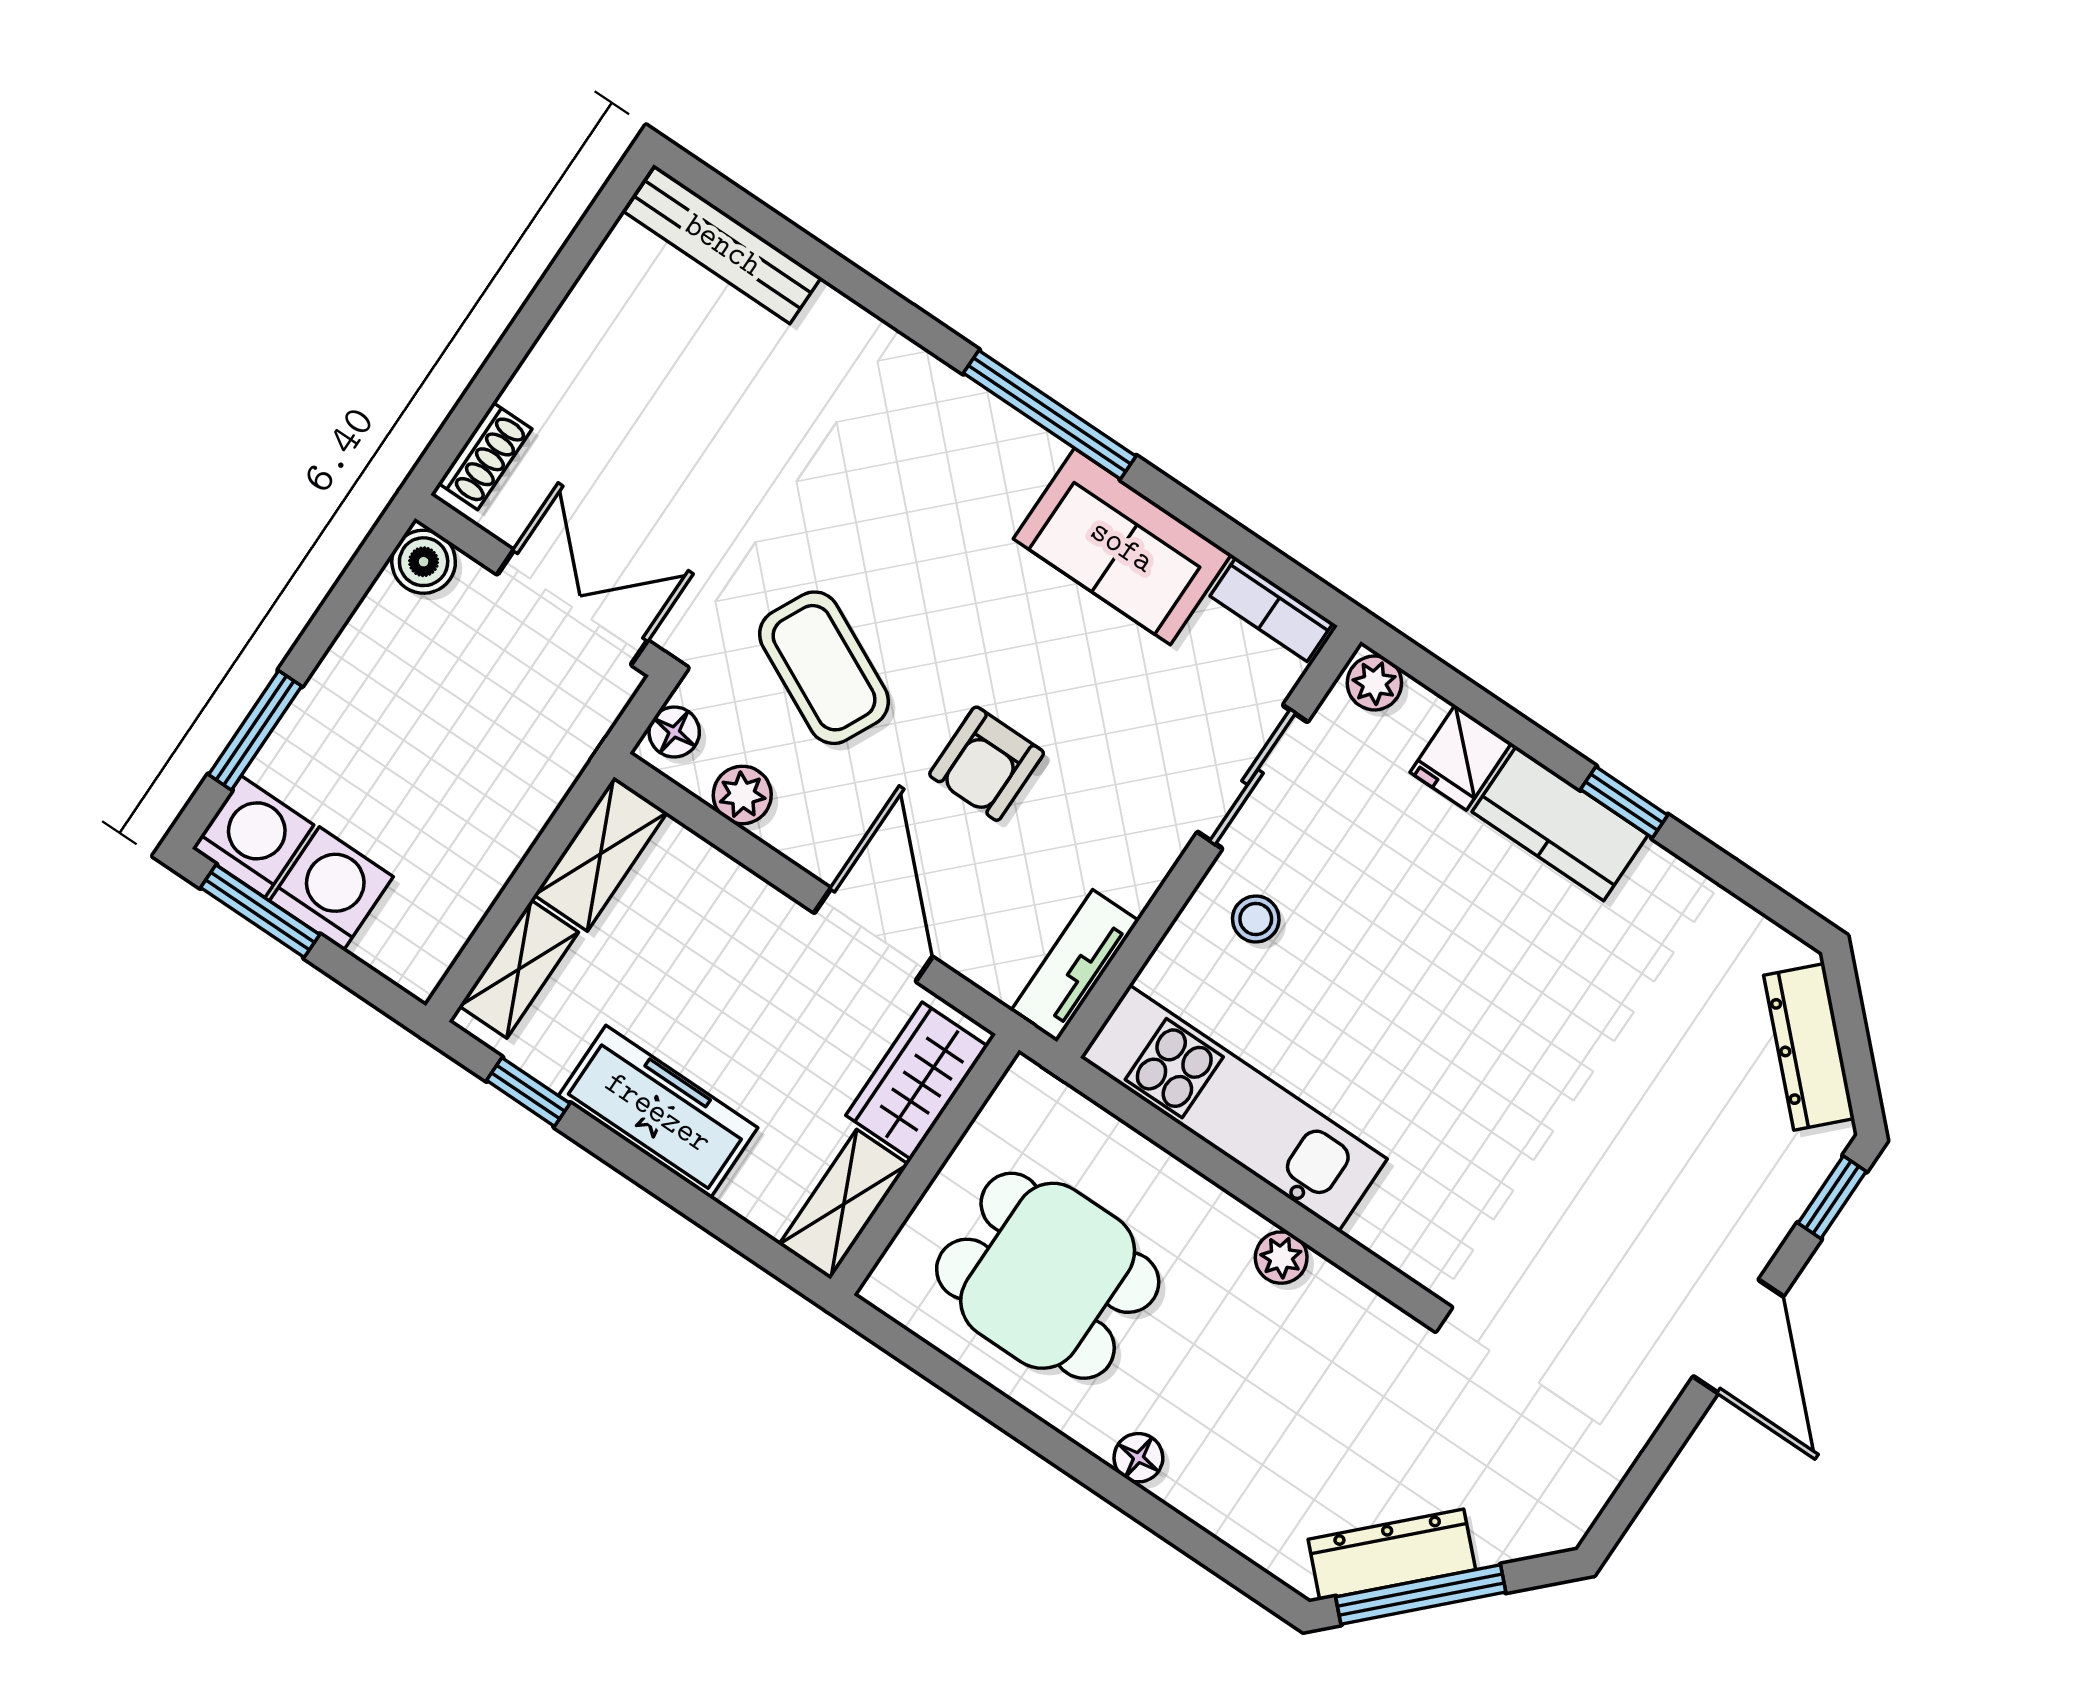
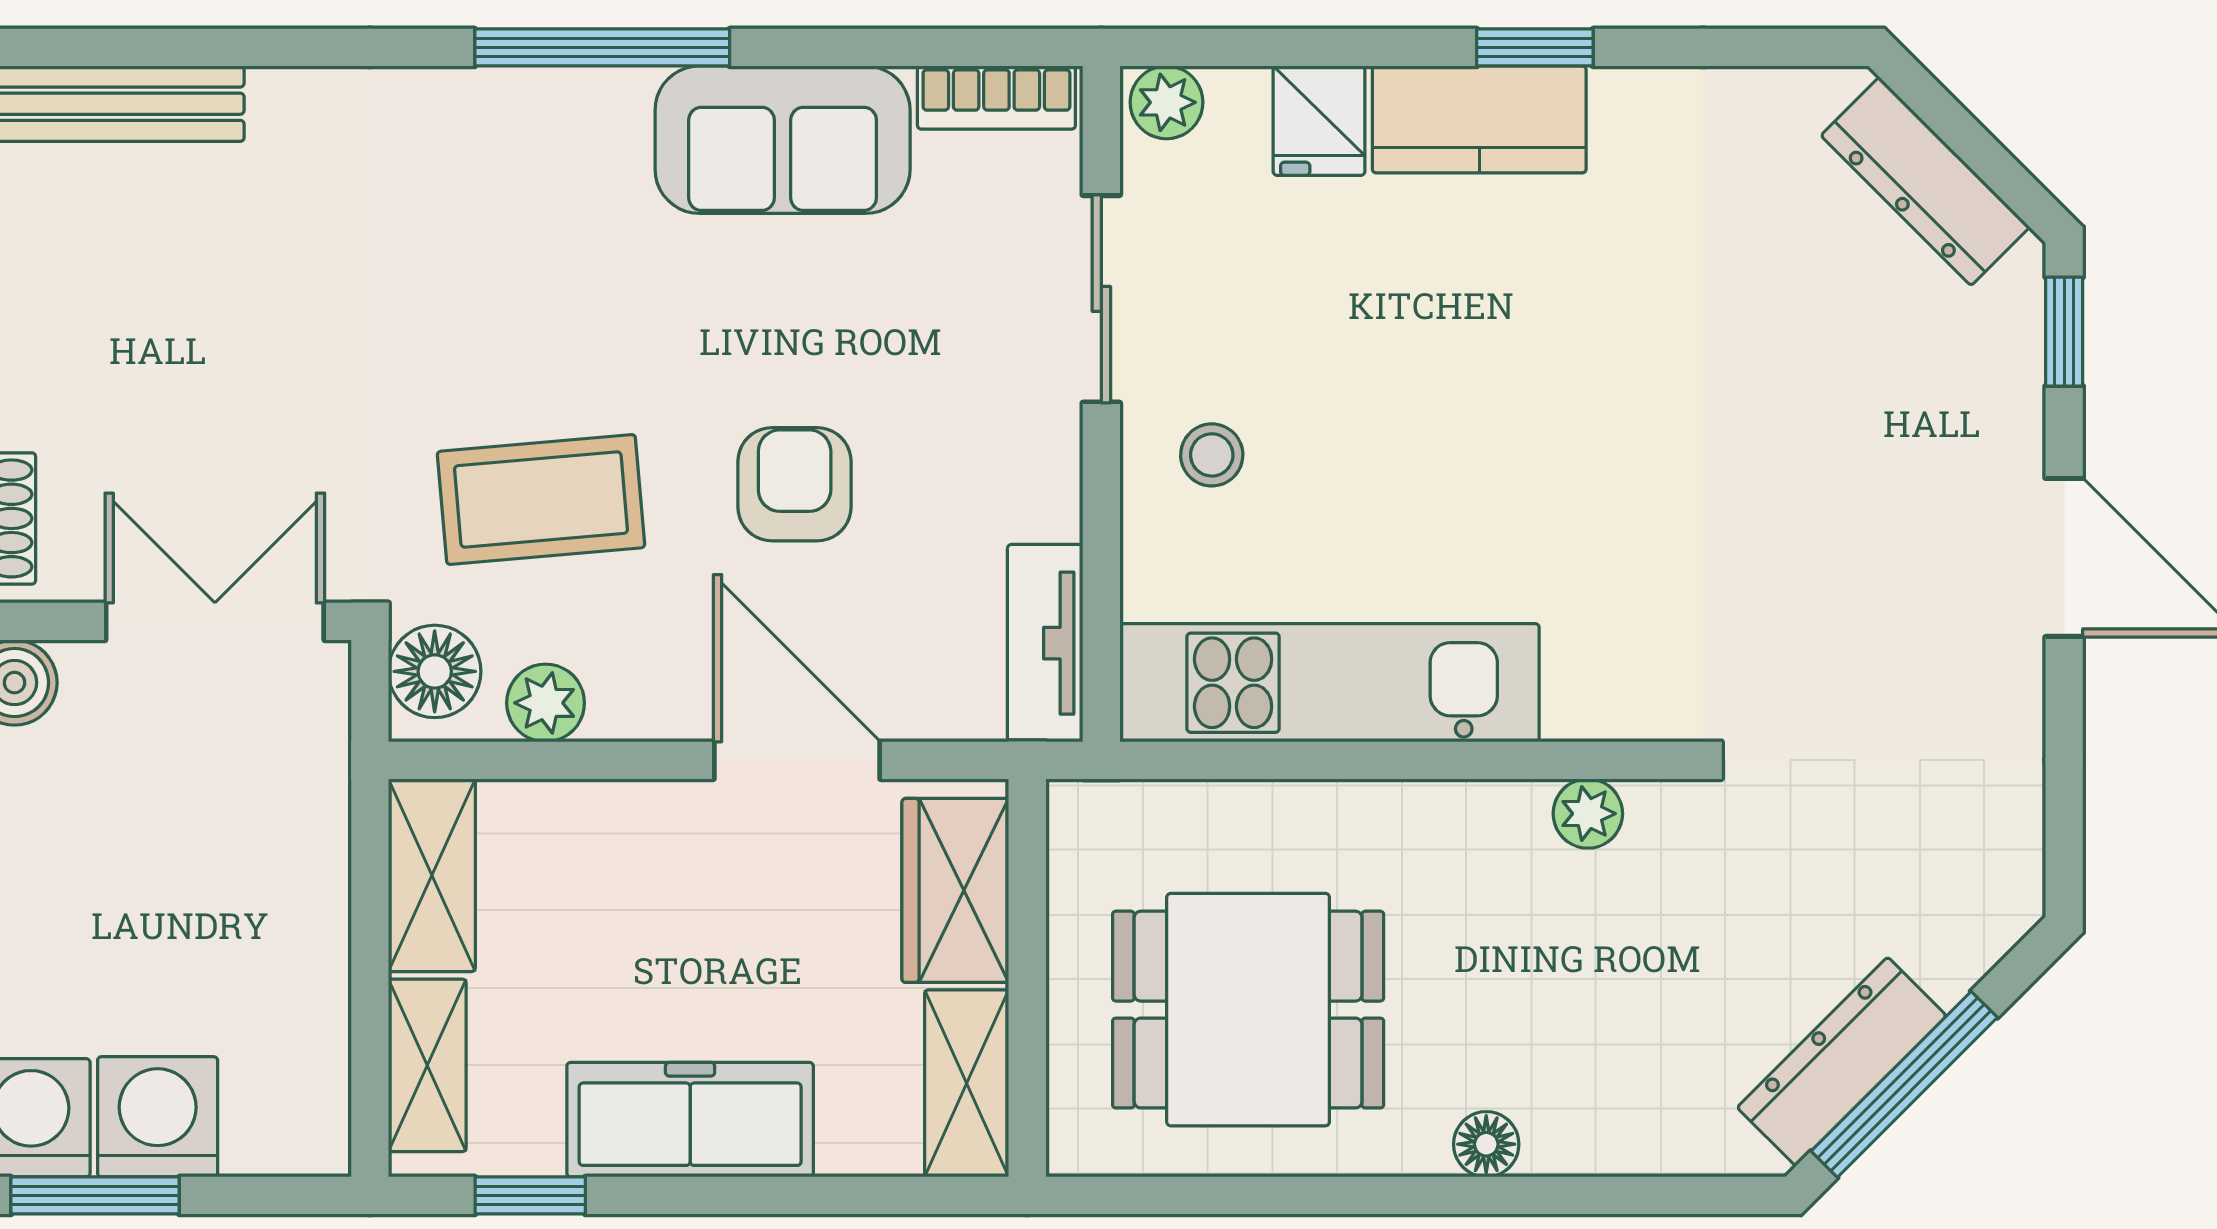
coffee table: (824, 668) -> (541, 500), turned -31
floor lamp: (674, 732) -> (435, 671), width x1.37, depth x1.37
armchair: (987, 764) -> (795, 484), turned 180
plant: (1281, 1258) -> (1588, 814), moved

